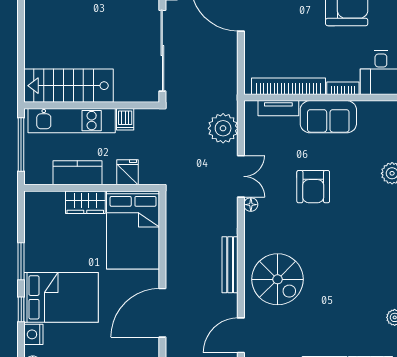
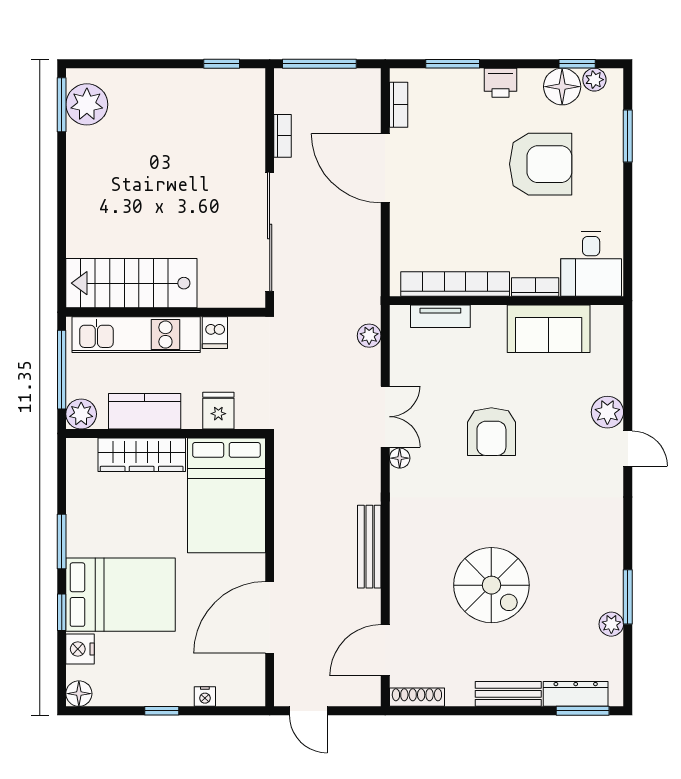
sofa: (328, 117) -> (549, 329), moved
plant: (223, 128) -> (369, 336), width x0.53, depth x0.53
plant: (34, 175) -> (81, 414), added
wardrobe: (85, 202) -> (142, 455), width x1.50
spiral stairs: (278, 279) -> (491, 585), moved

